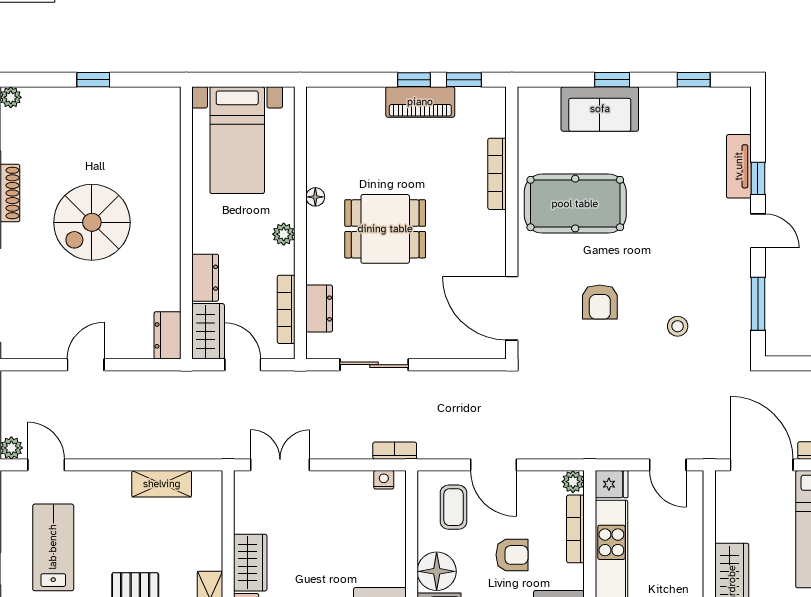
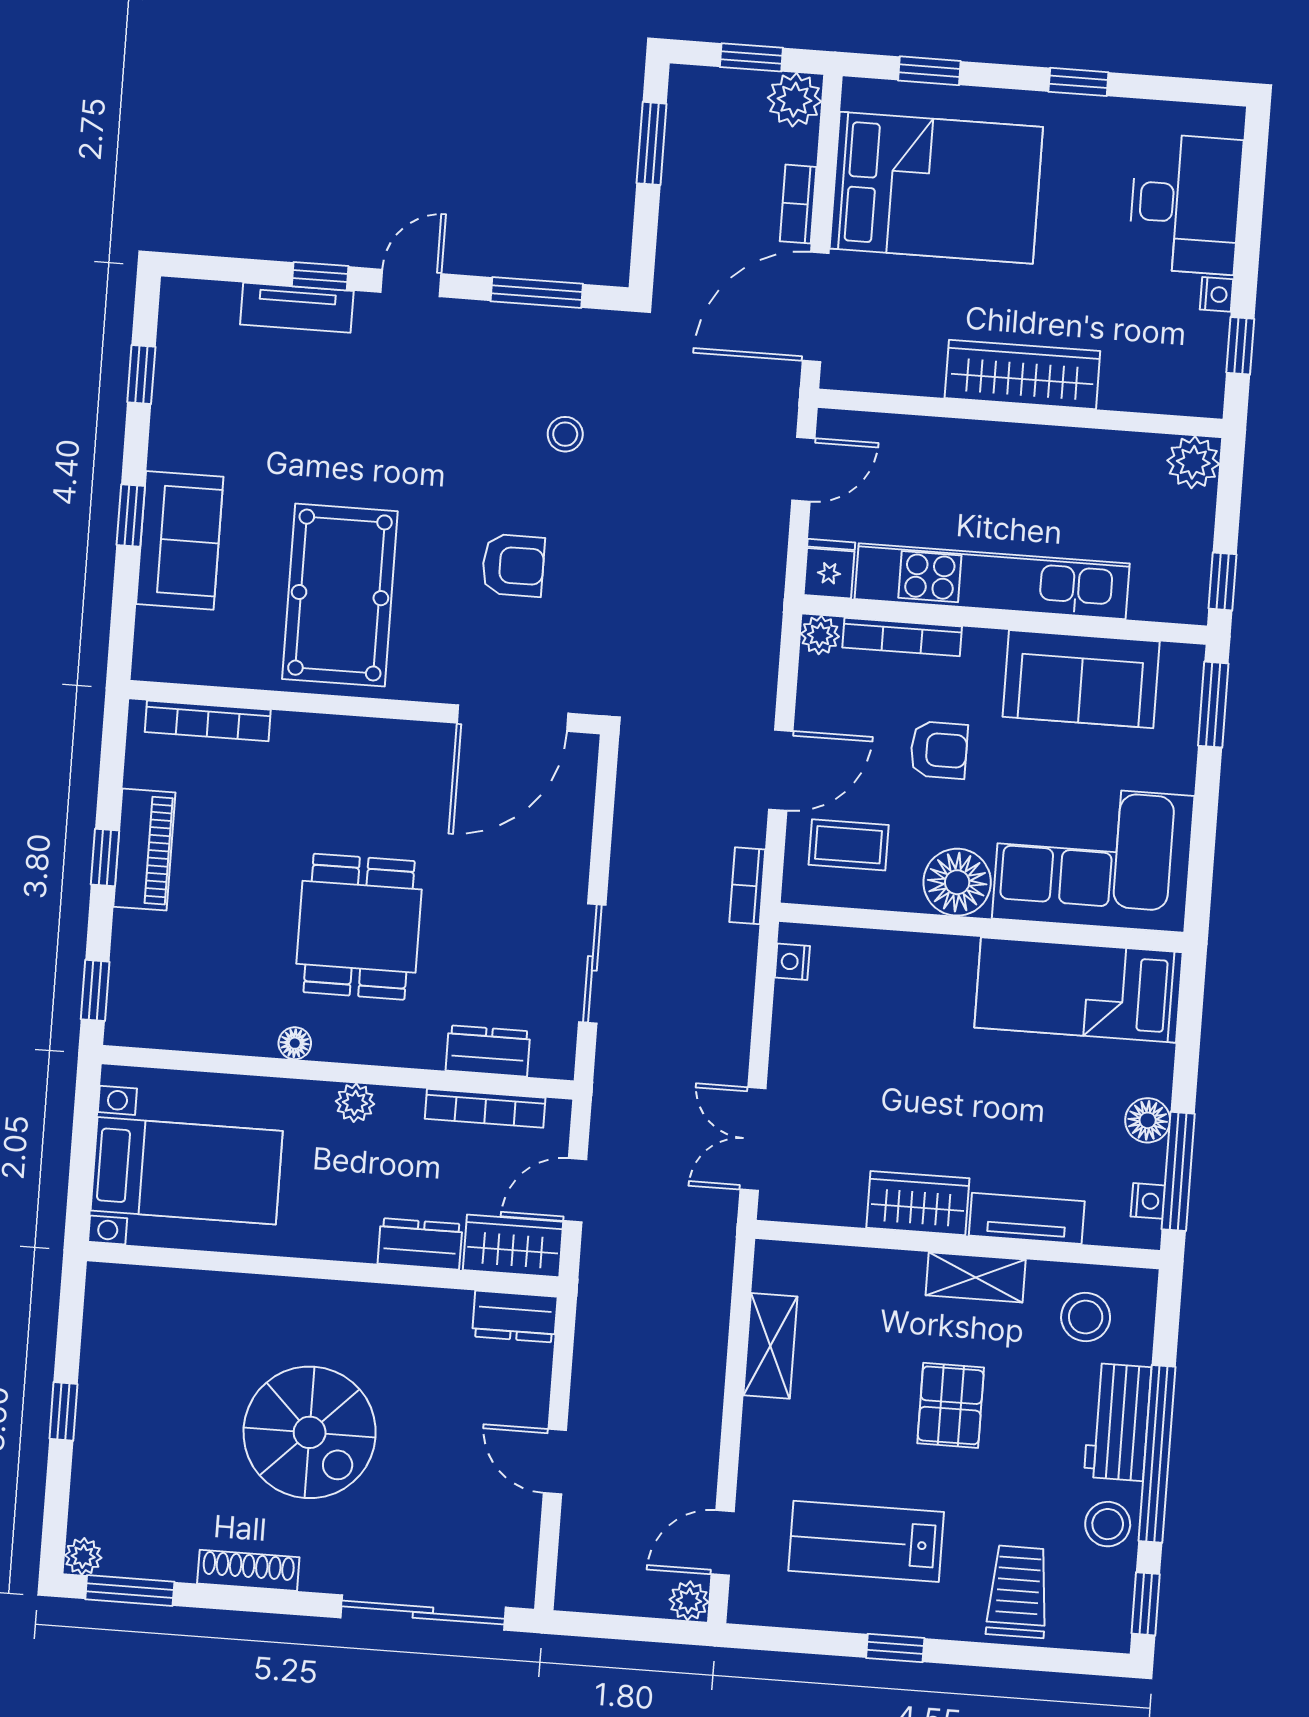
window: (464, 80) -> (95, 990), moved
bookcase: (497, 174) -> (208, 721), moved
bookcase: (395, 451) -> (747, 886), moved
armchair: (512, 555) -> (939, 750), turned 90

